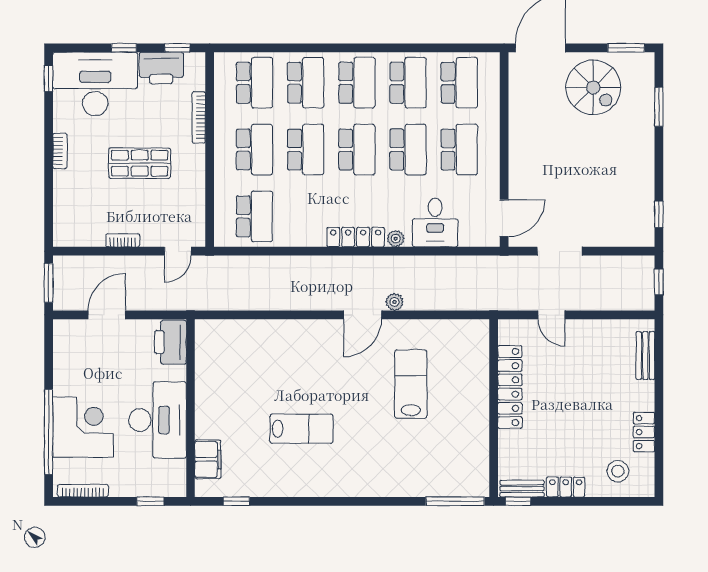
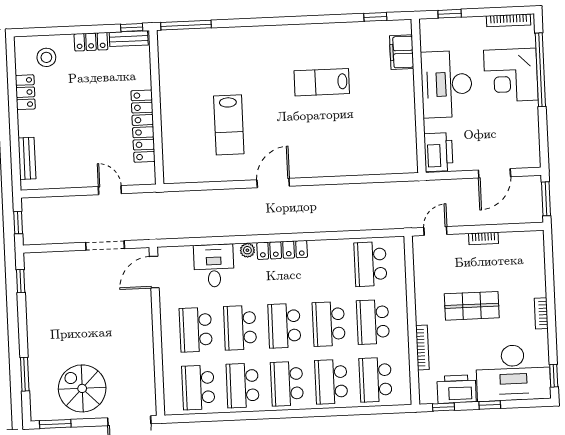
plant: (394, 302) -> (246, 195), removed

